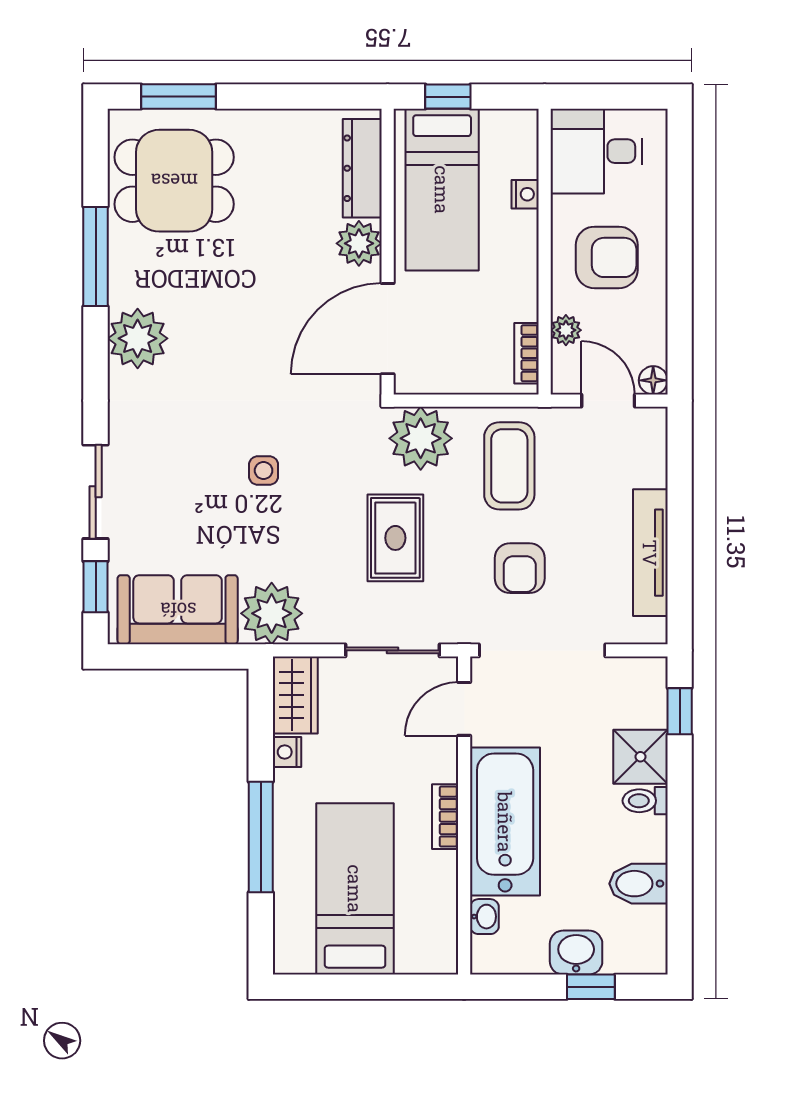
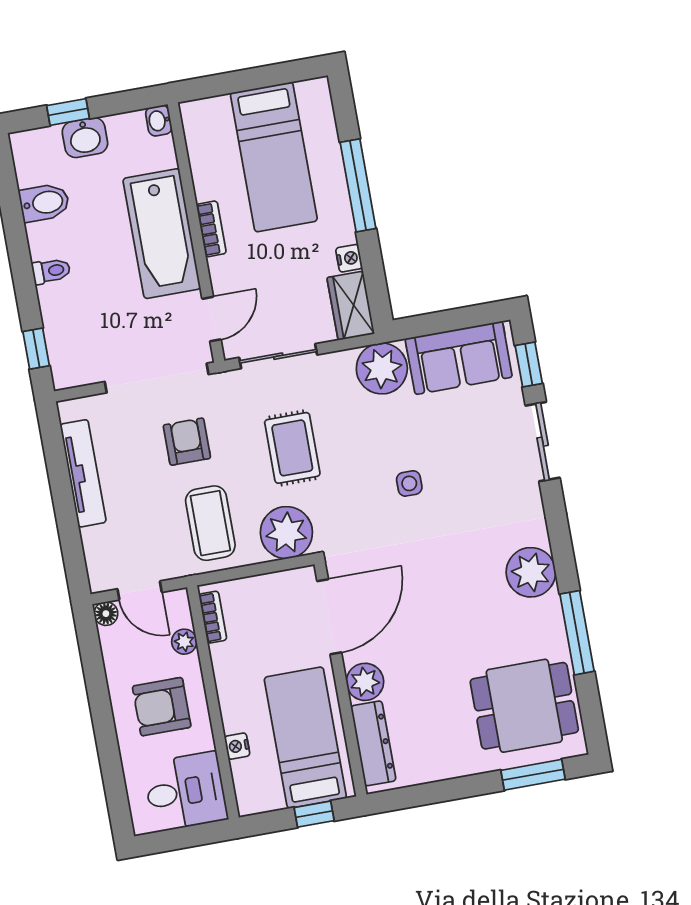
shower: (640, 757) -> (61, 306), removed
washbasin: (484, 917) -> (159, 121), moved

